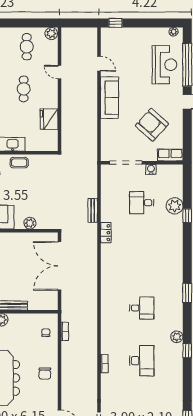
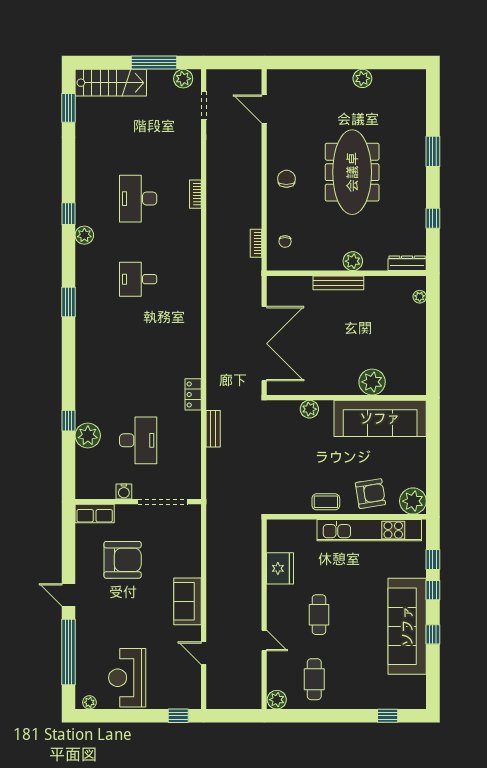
reception desk: (164, 65) -> (127, 678), moved
sofa: (109, 98) -> (188, 601), width x0.73
armchair: (152, 125) -> (123, 560), turned -42
desk: (142, 203) -> (138, 440), width x1.37

